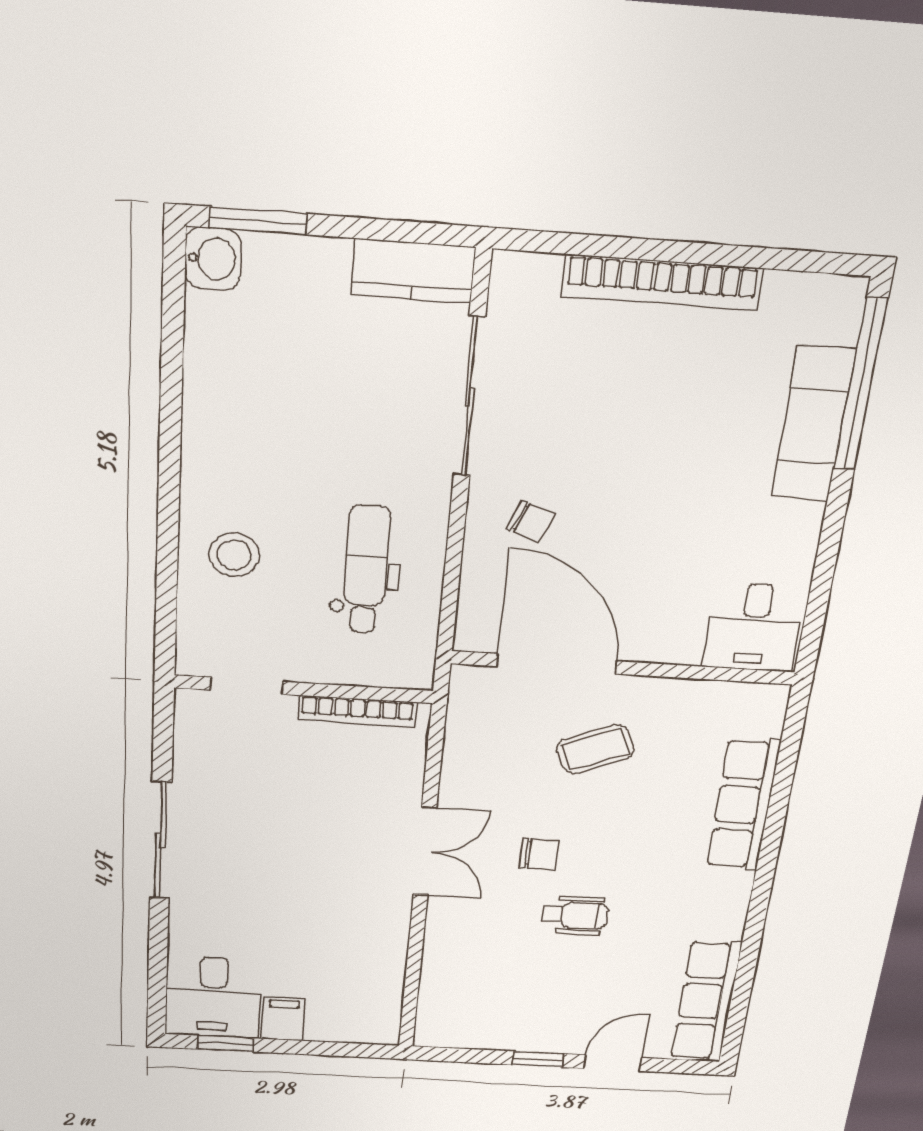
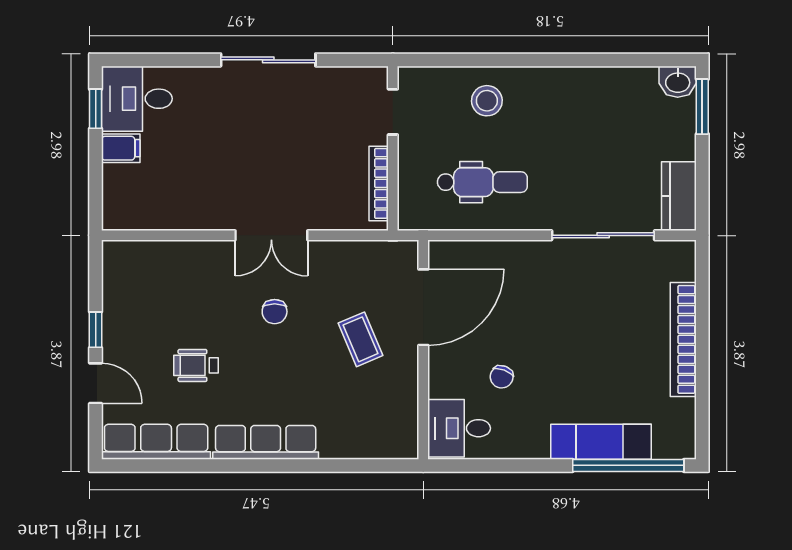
chair: (530, 522) -> (502, 377), moved
row of seats: (743, 805) -> (266, 442), moved
wheelchair: (575, 915) -> (196, 365), moved, turned 90

